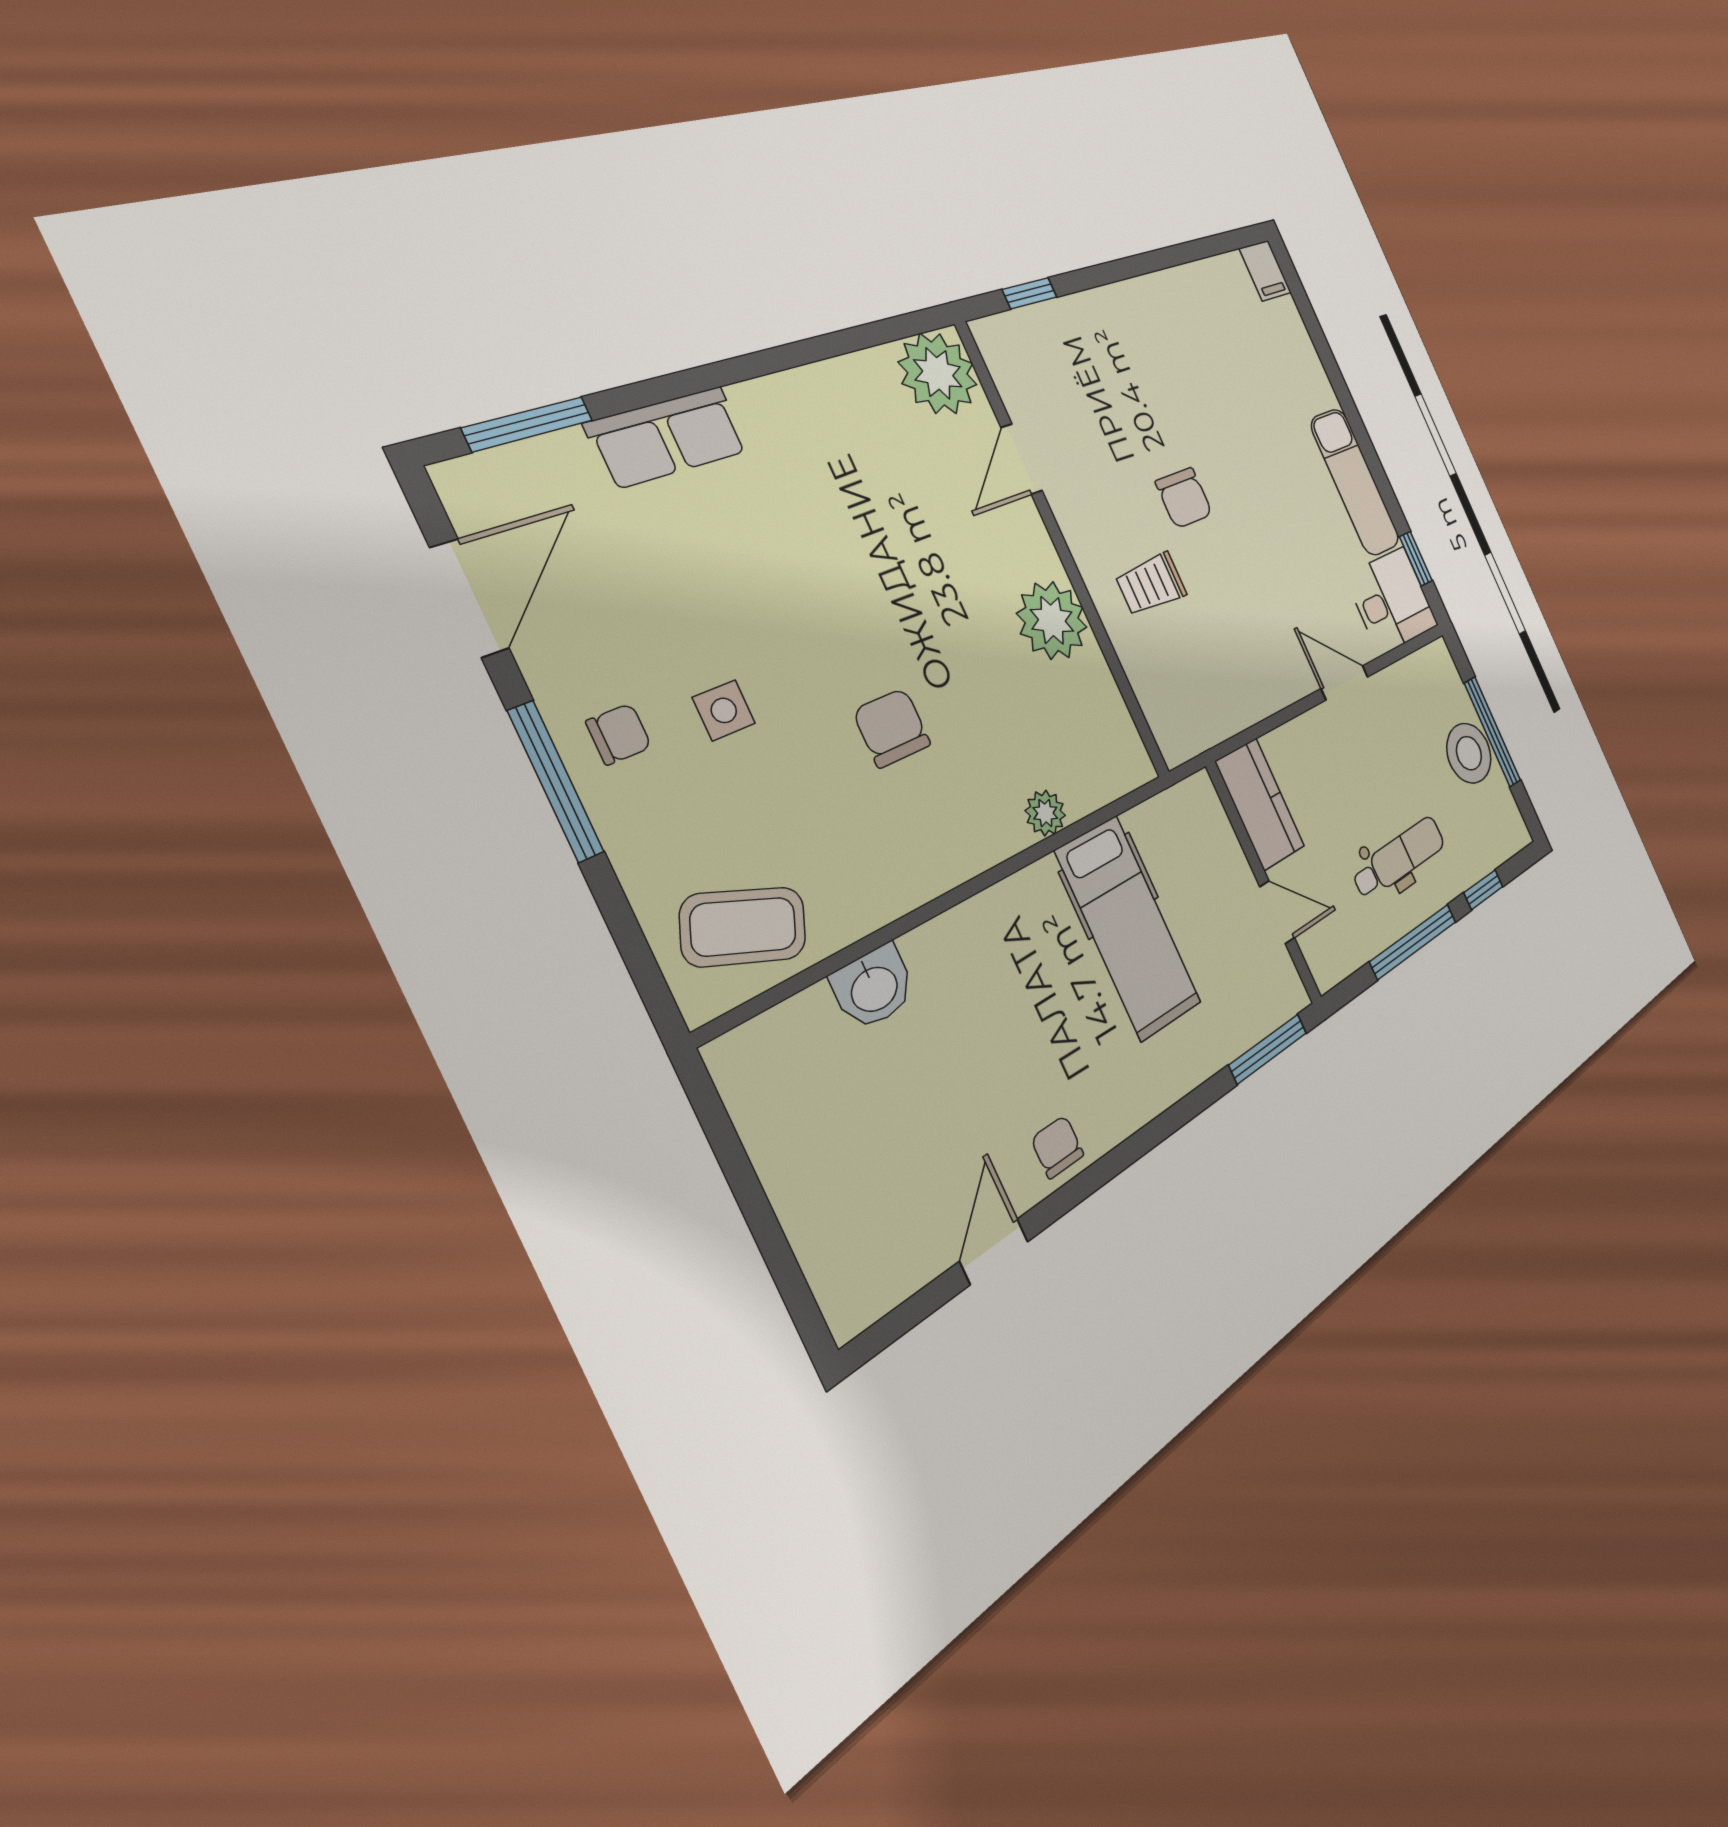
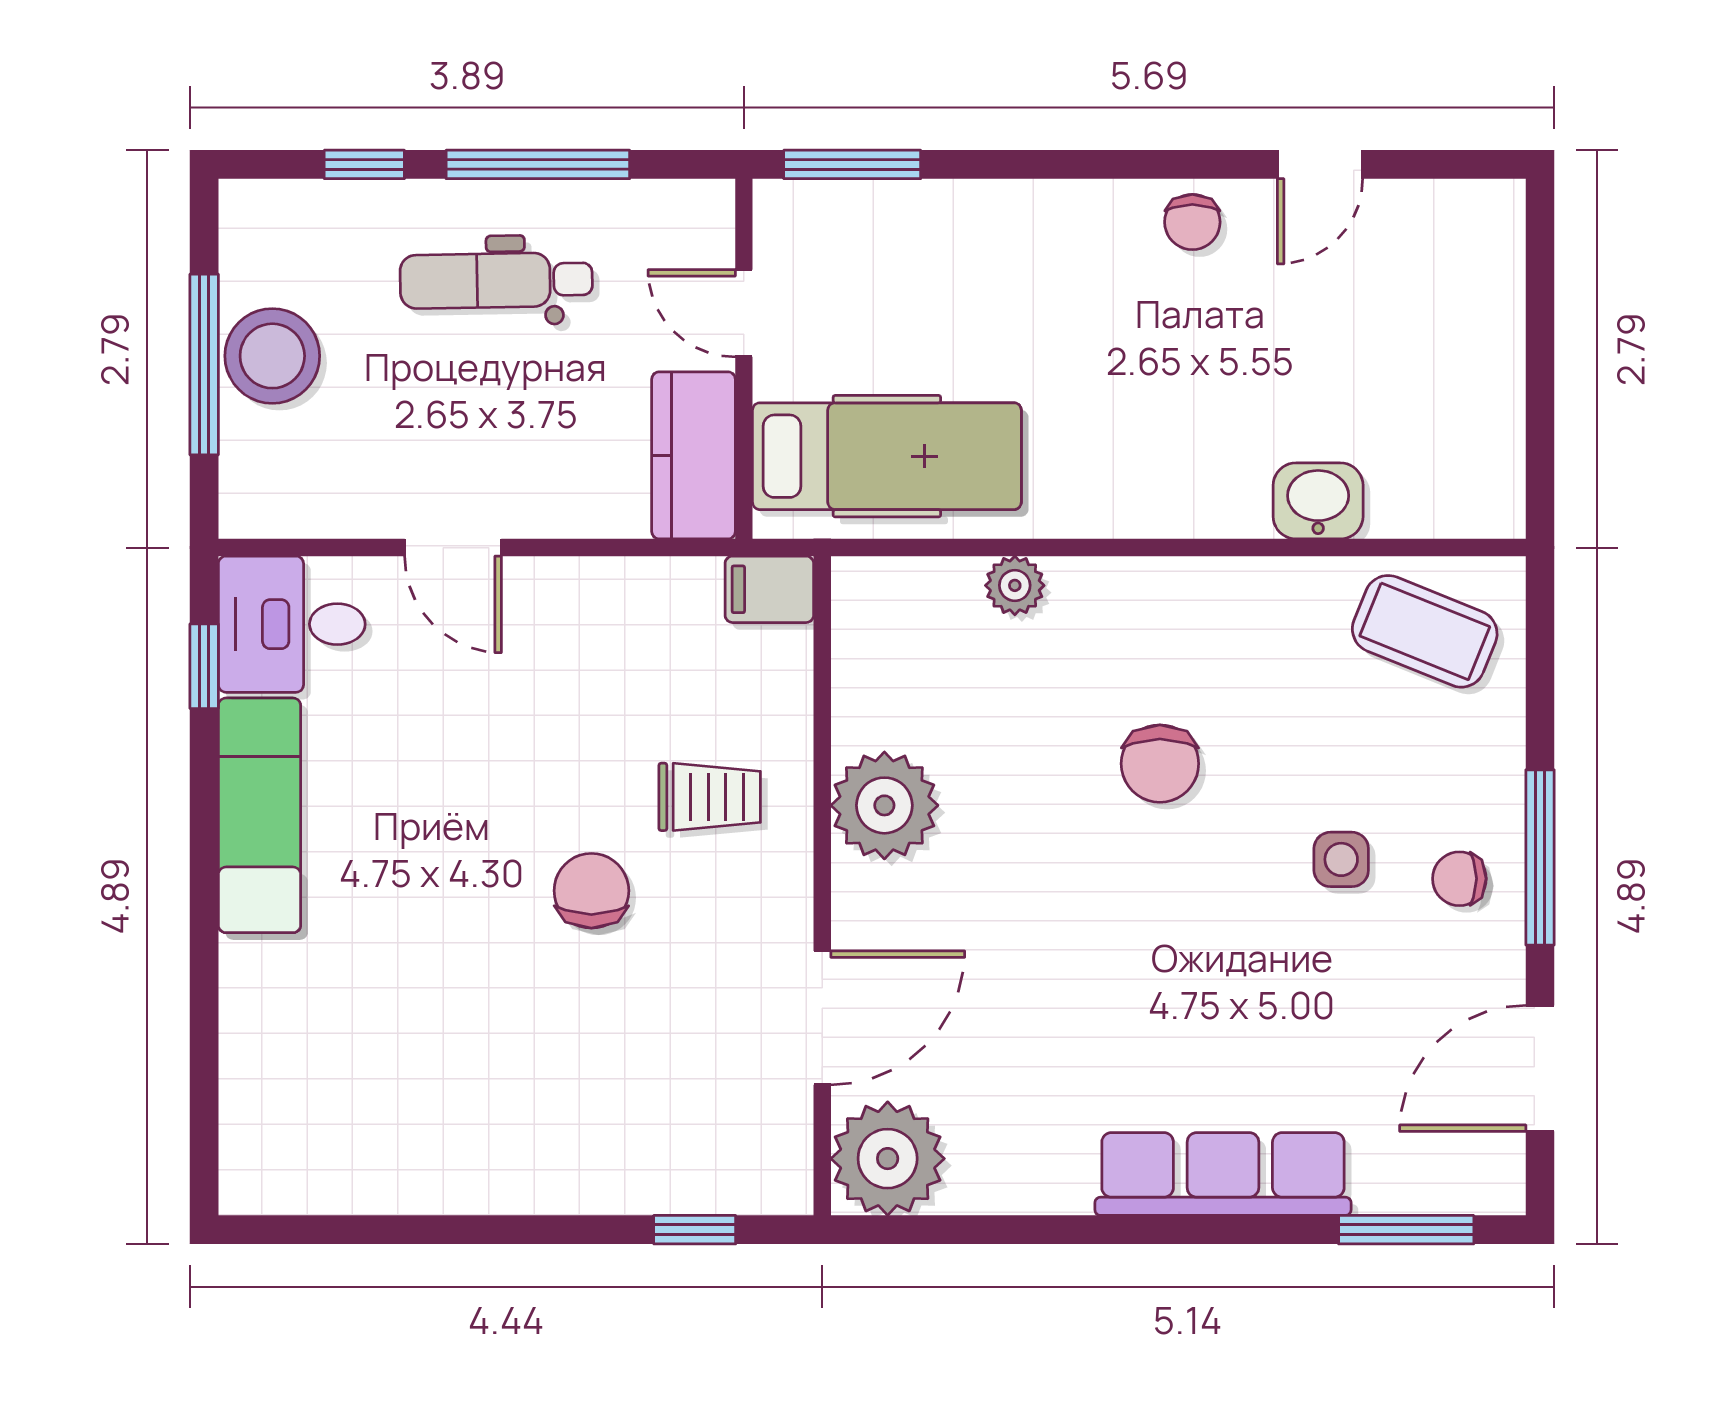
filing cabinet: (1265, 271) -> (769, 589), moved, turned -90
row of seats: (668, 437) -> (1223, 1174), width x1.48
door: (1022, 459) -> (822, 1018), width x1.38
hospital bed: (1128, 927) -> (887, 456), moved, turned 90

